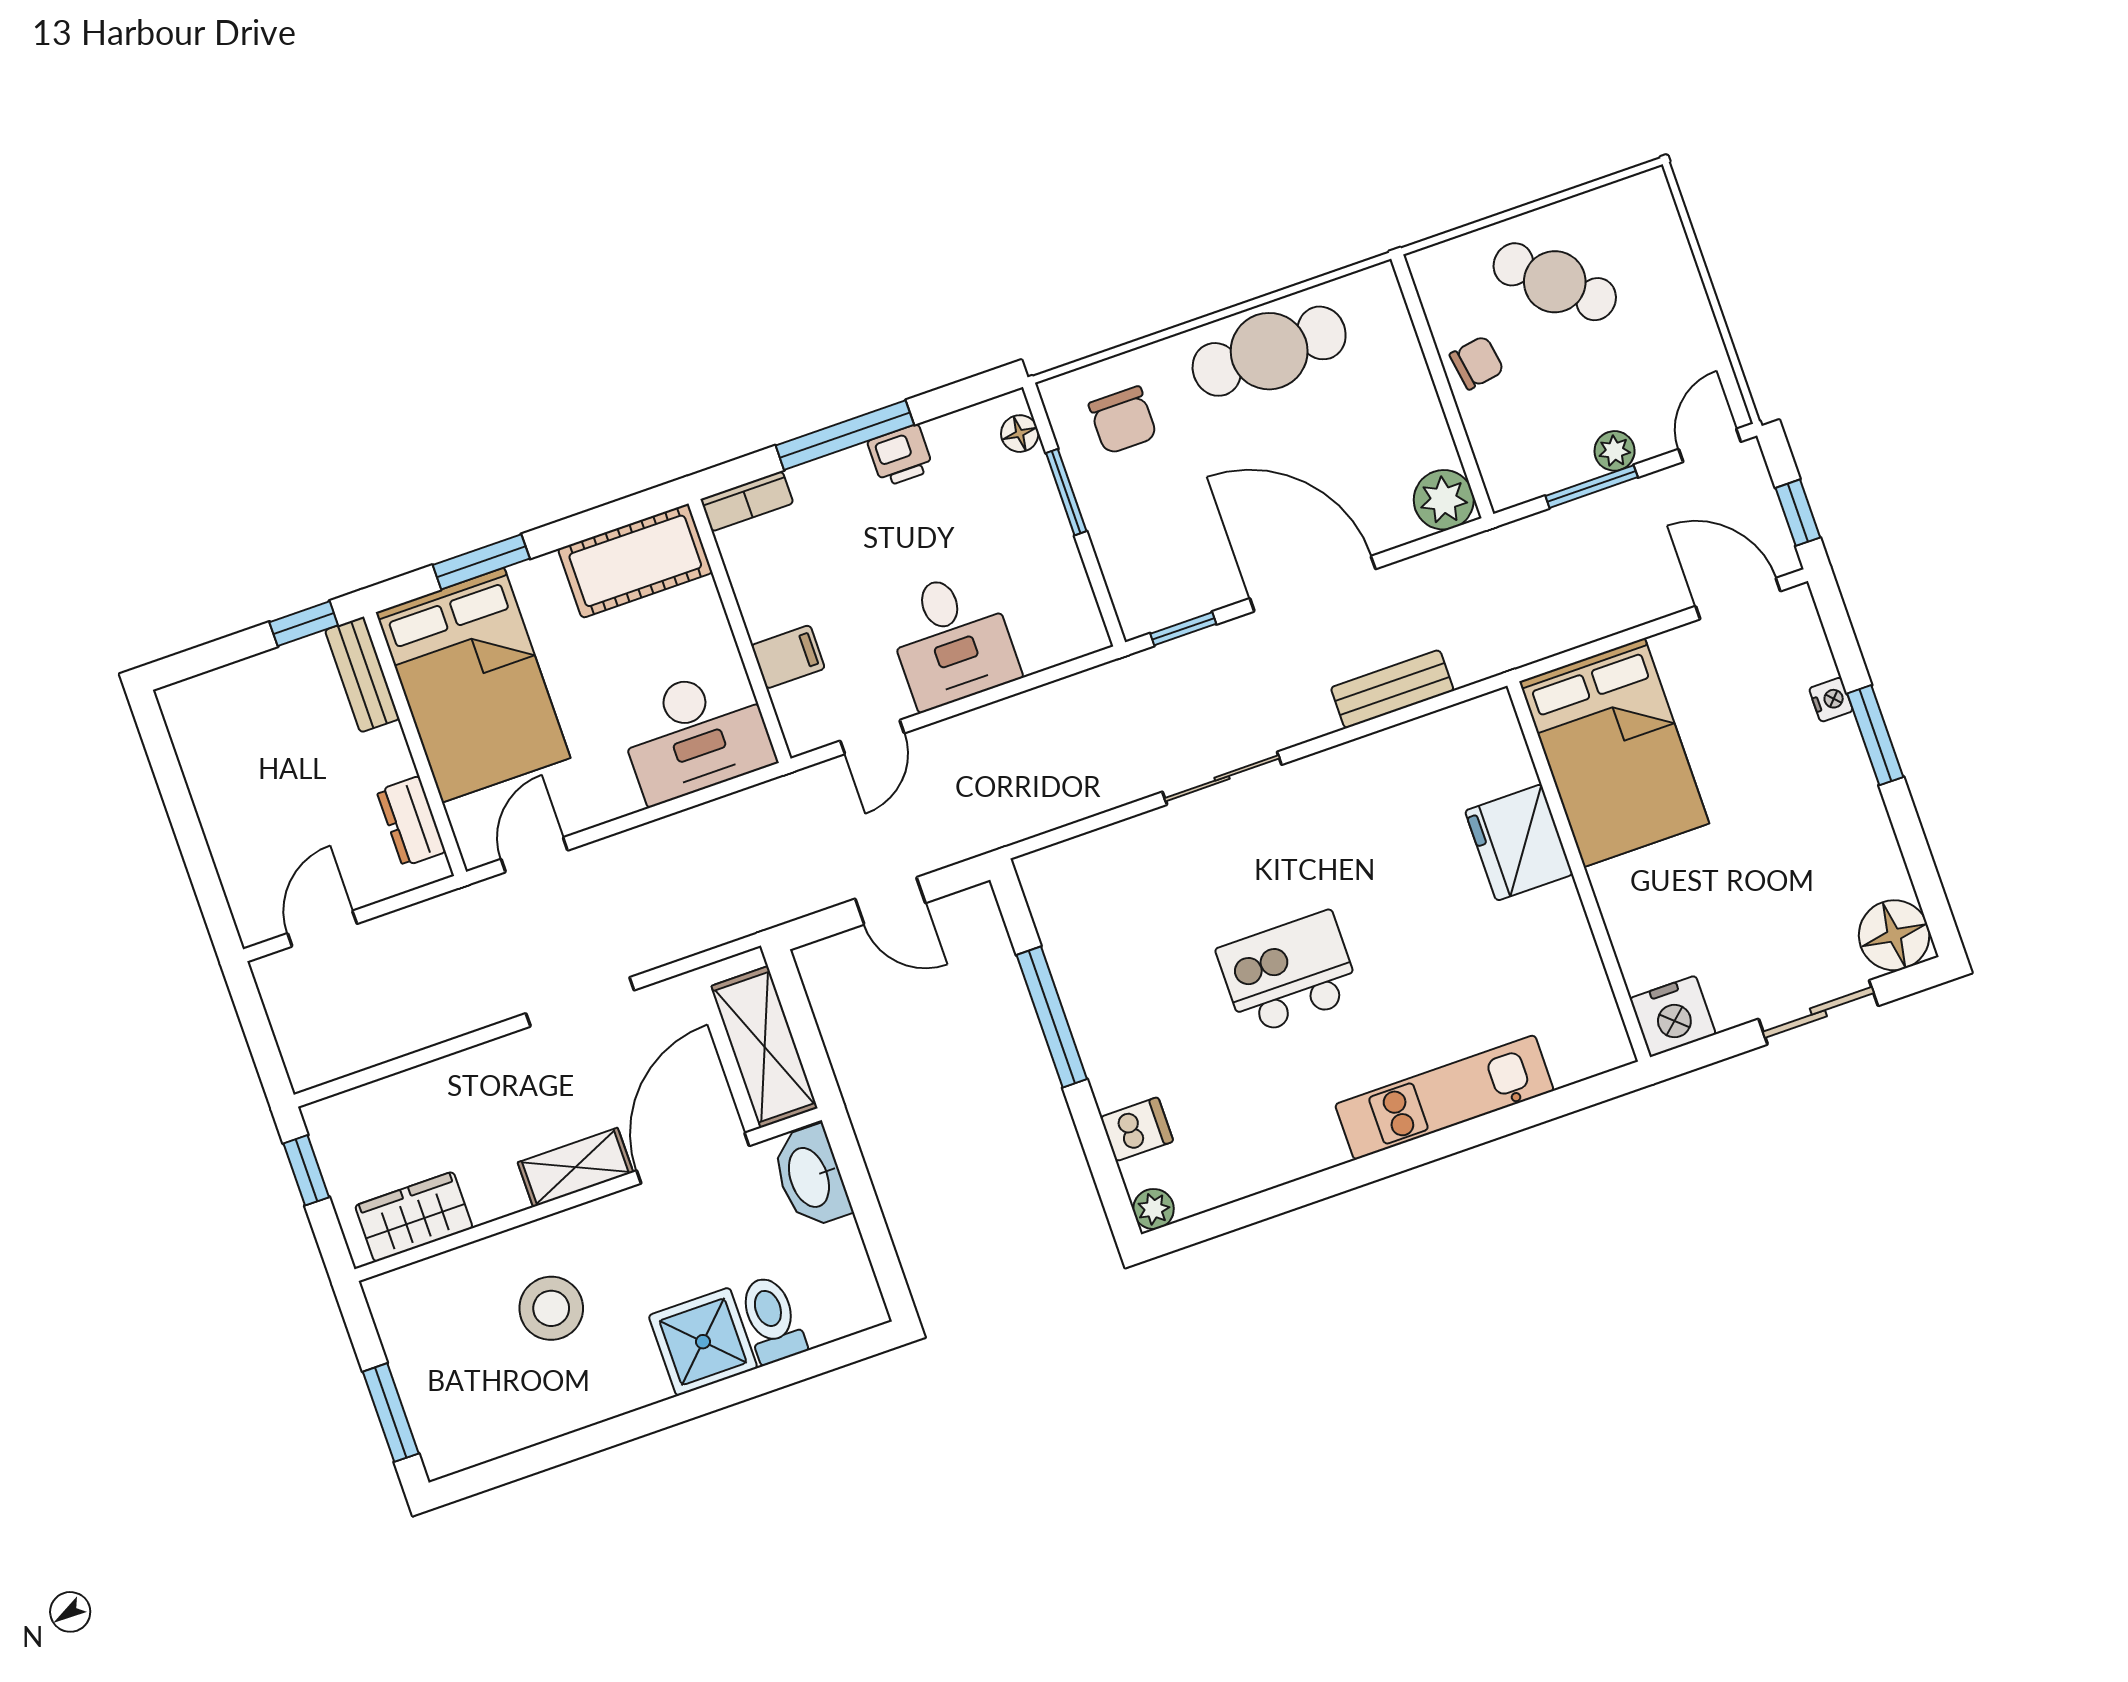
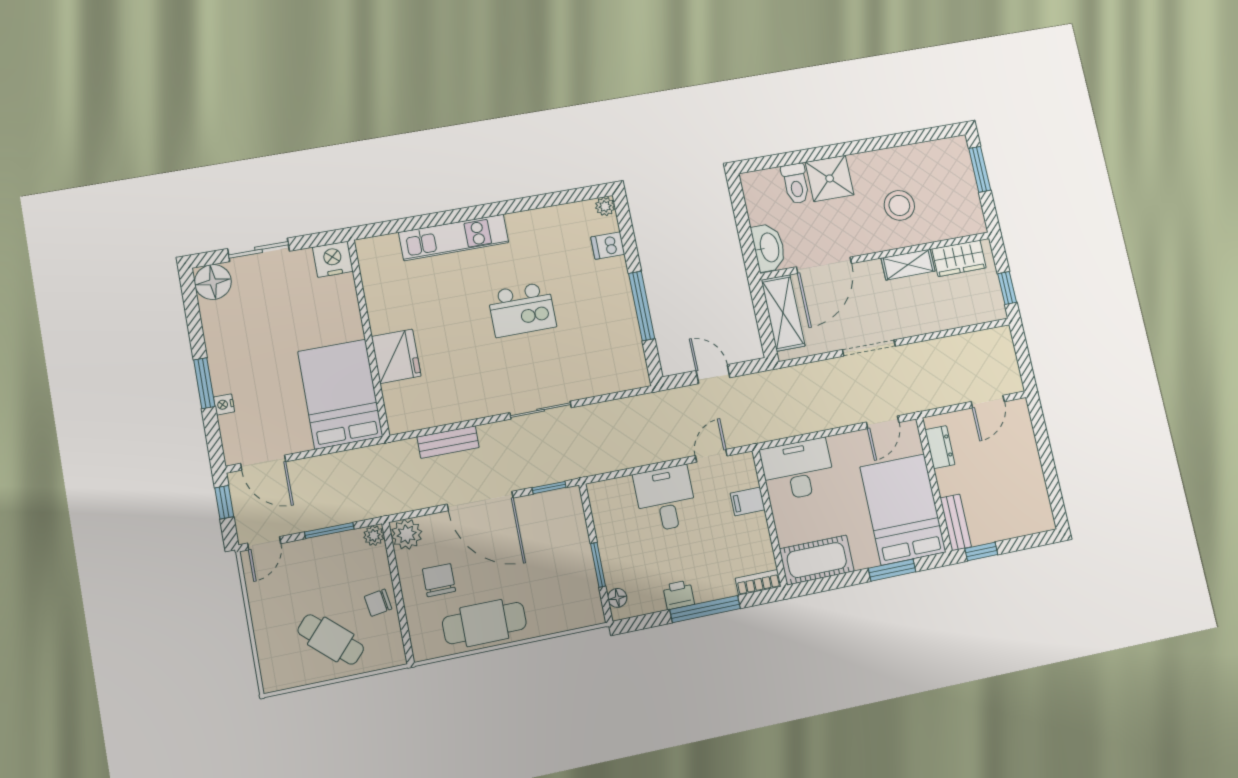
chair: (1123, 420) -> (439, 580), moved
plant: (1615, 451) -> (374, 536), moved
shelving: (575, 1167) -> (908, 265), moved

